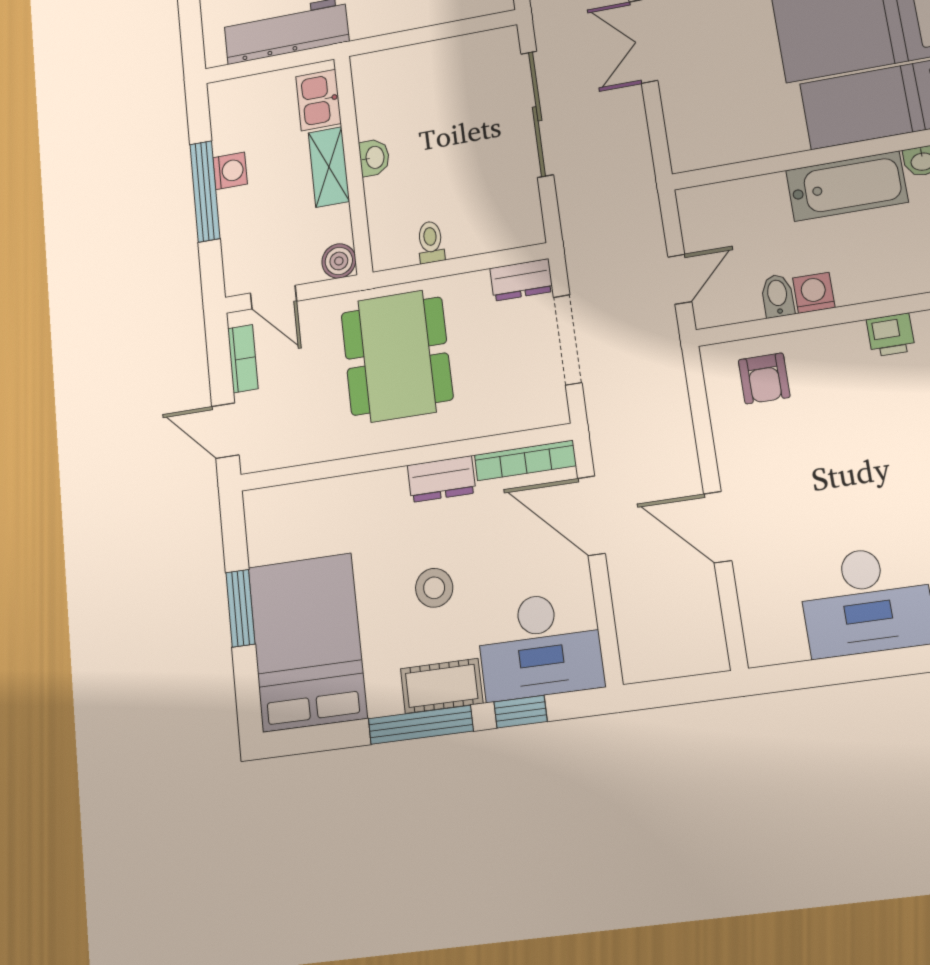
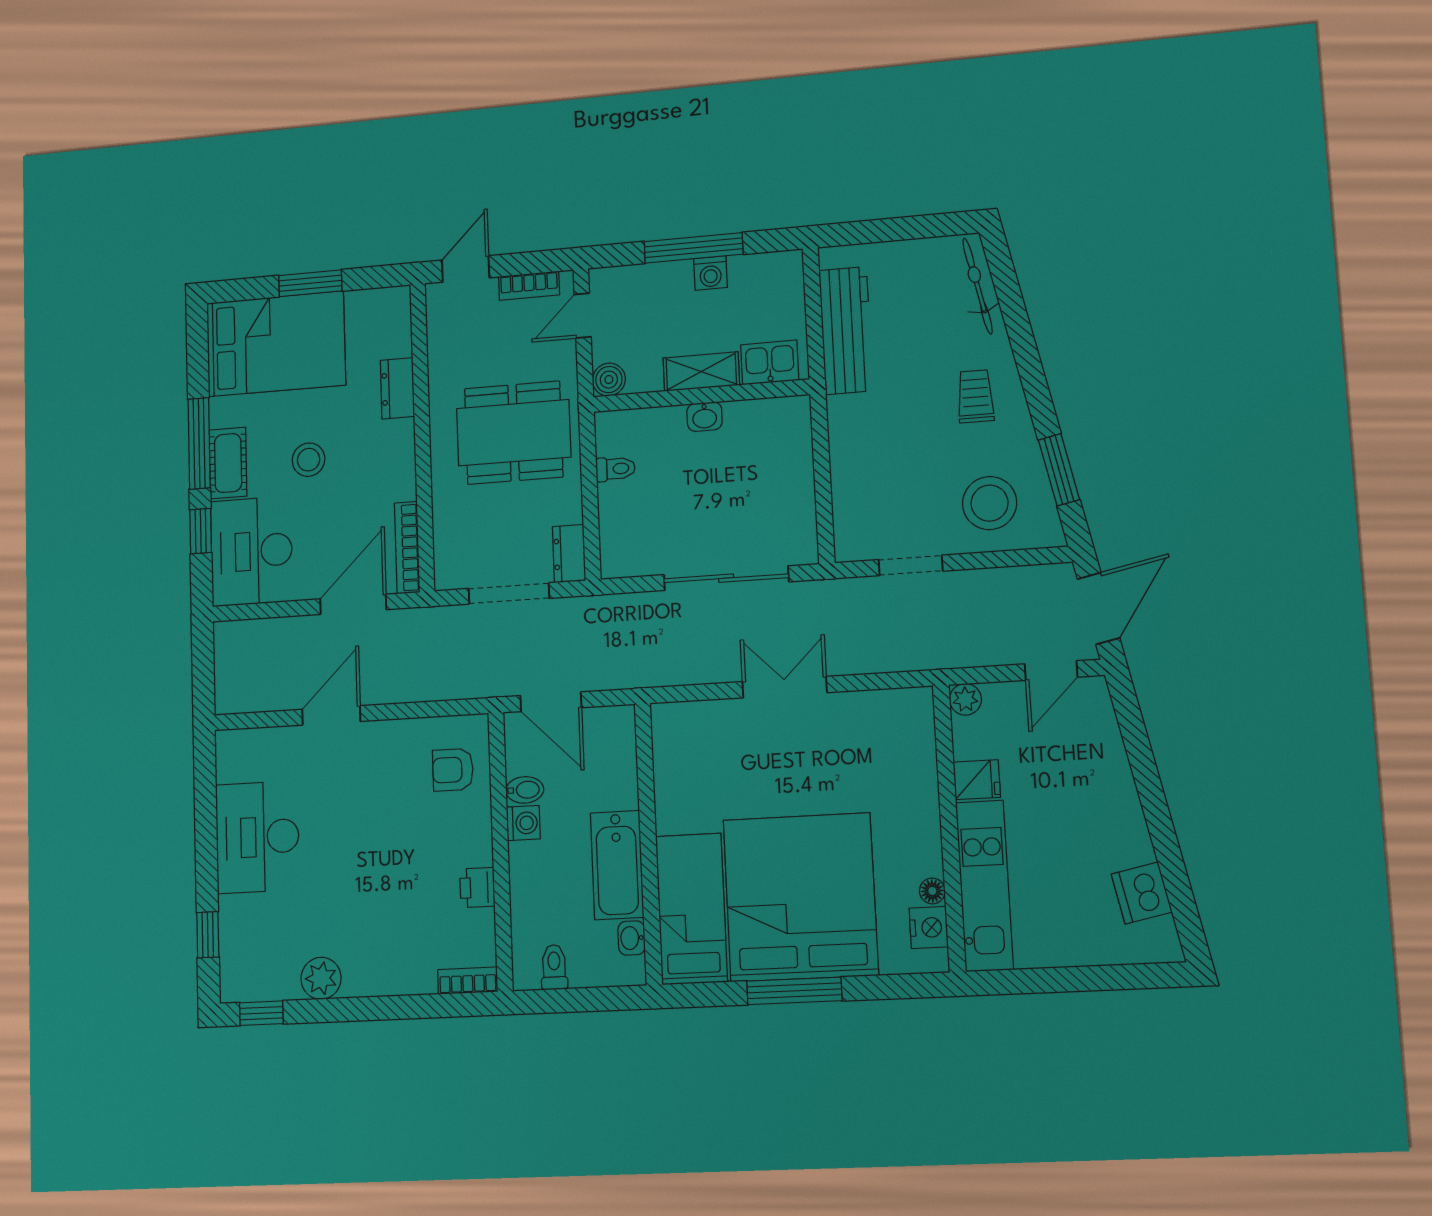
door: (680, 279) -> (551, 702), width x1.38
dresser: (441, 479) -> (397, 388), moved

